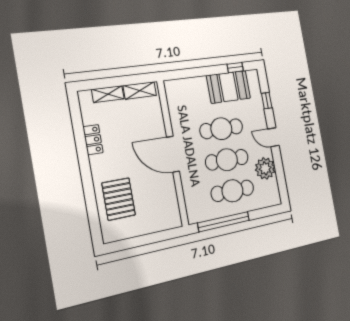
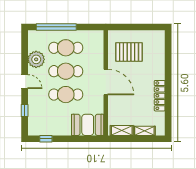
booth: (229, 87) -> (88, 125), moved
locker: (93, 140) -> (160, 96), width x1.53
pallet: (119, 199) -> (129, 52), moved, turned 90
window: (224, 222) -> (56, 27), moved

